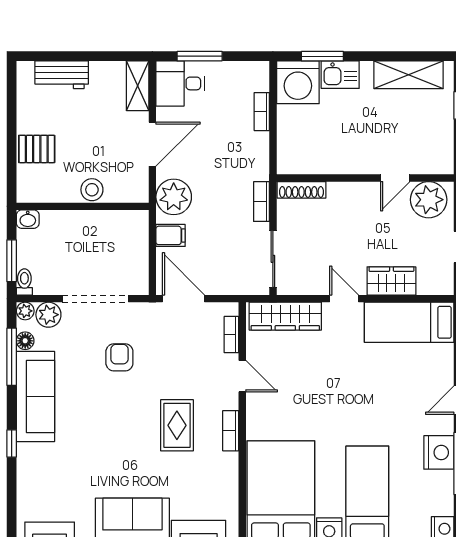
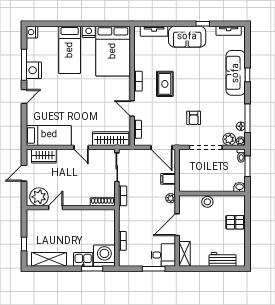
plant: (174, 197) -> (171, 198), width x0.53, depth x0.53
wardrobe: (391, 281) -> (44, 156), moved
sofa: (36, 397) -> (236, 73), moved

